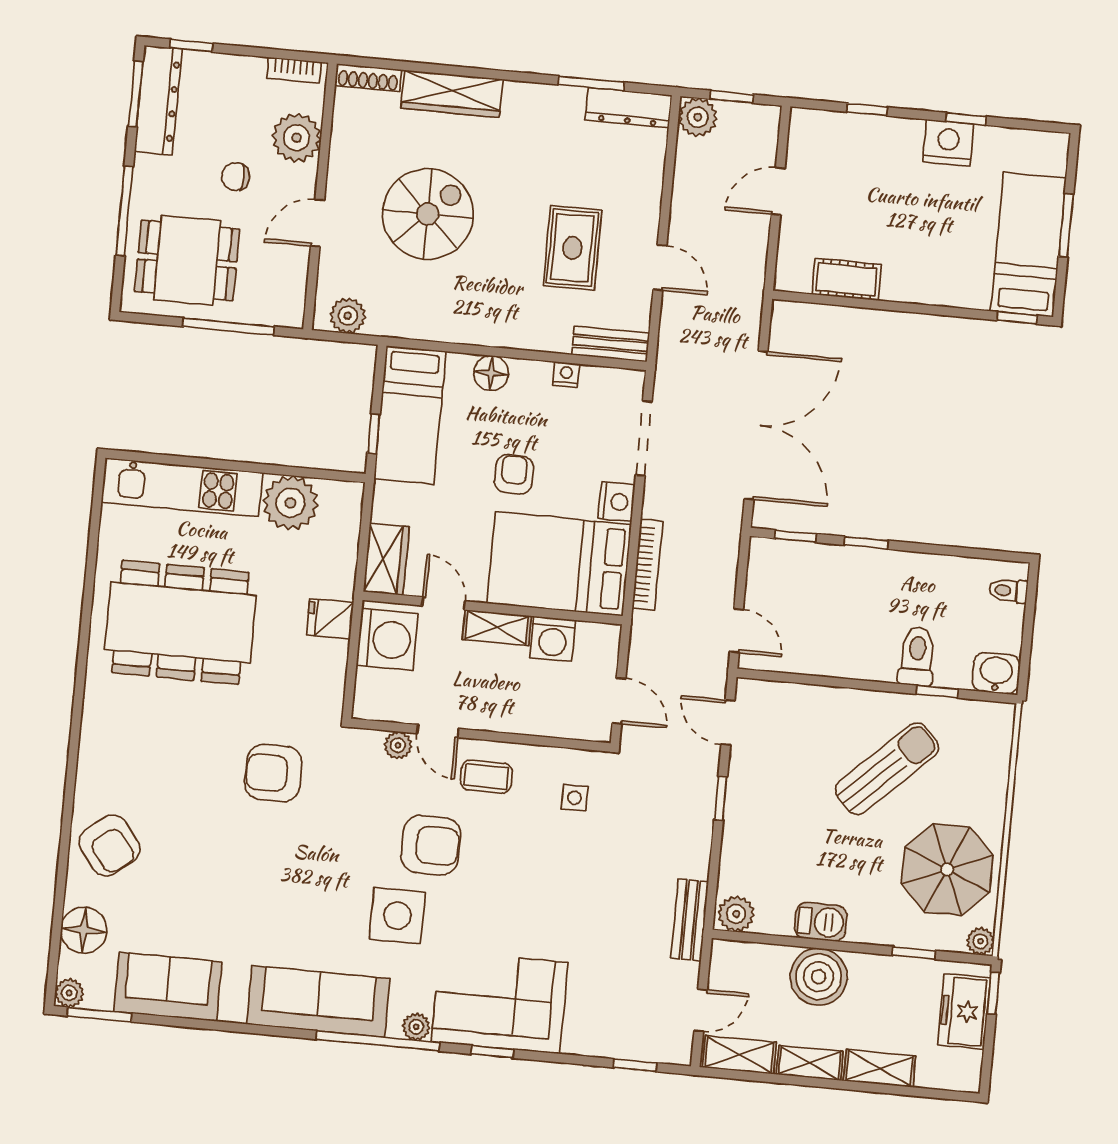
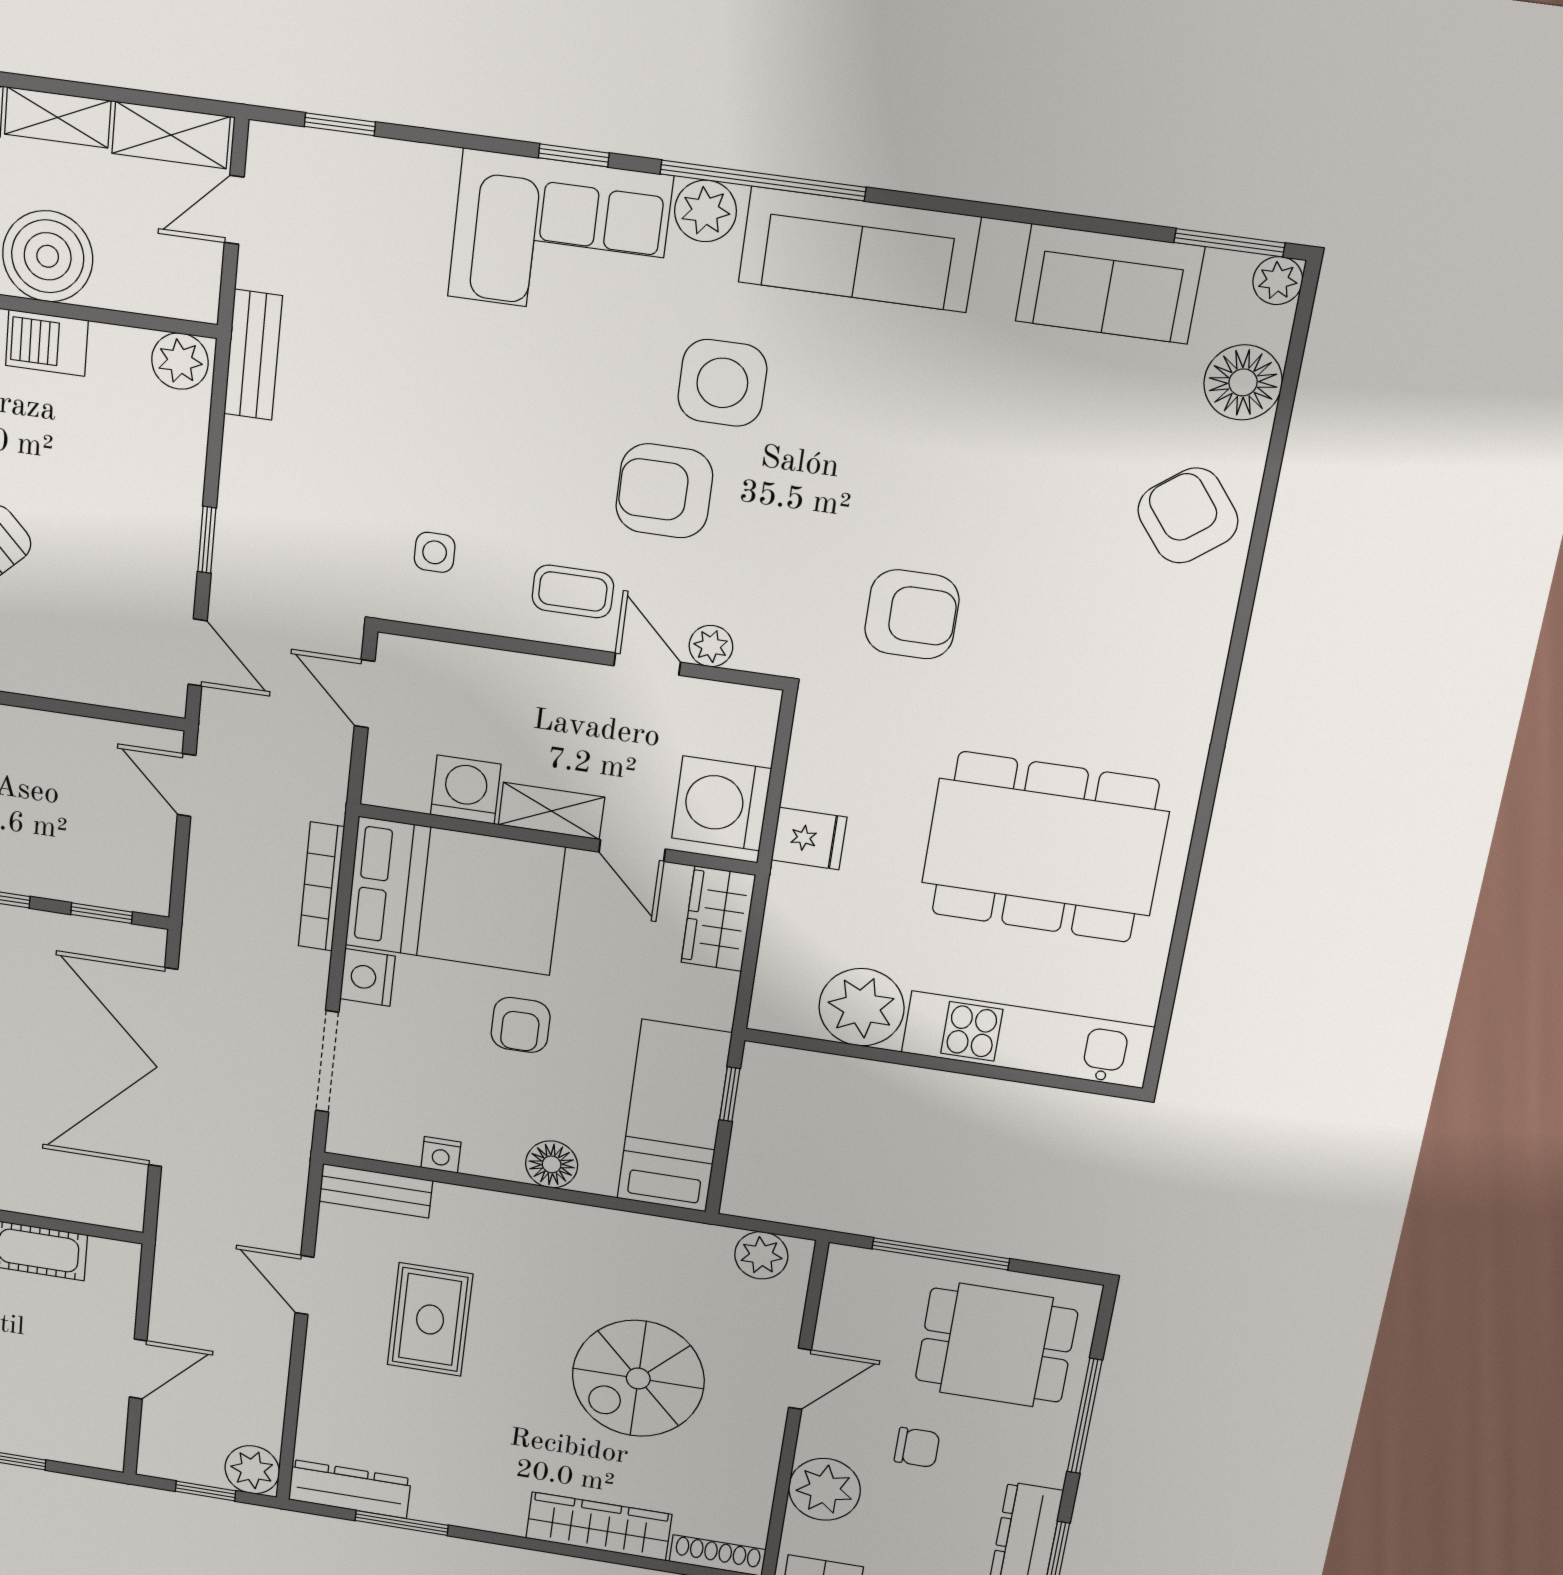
plant: (416, 1027) -> (705, 211), width x1.38, depth x1.38

